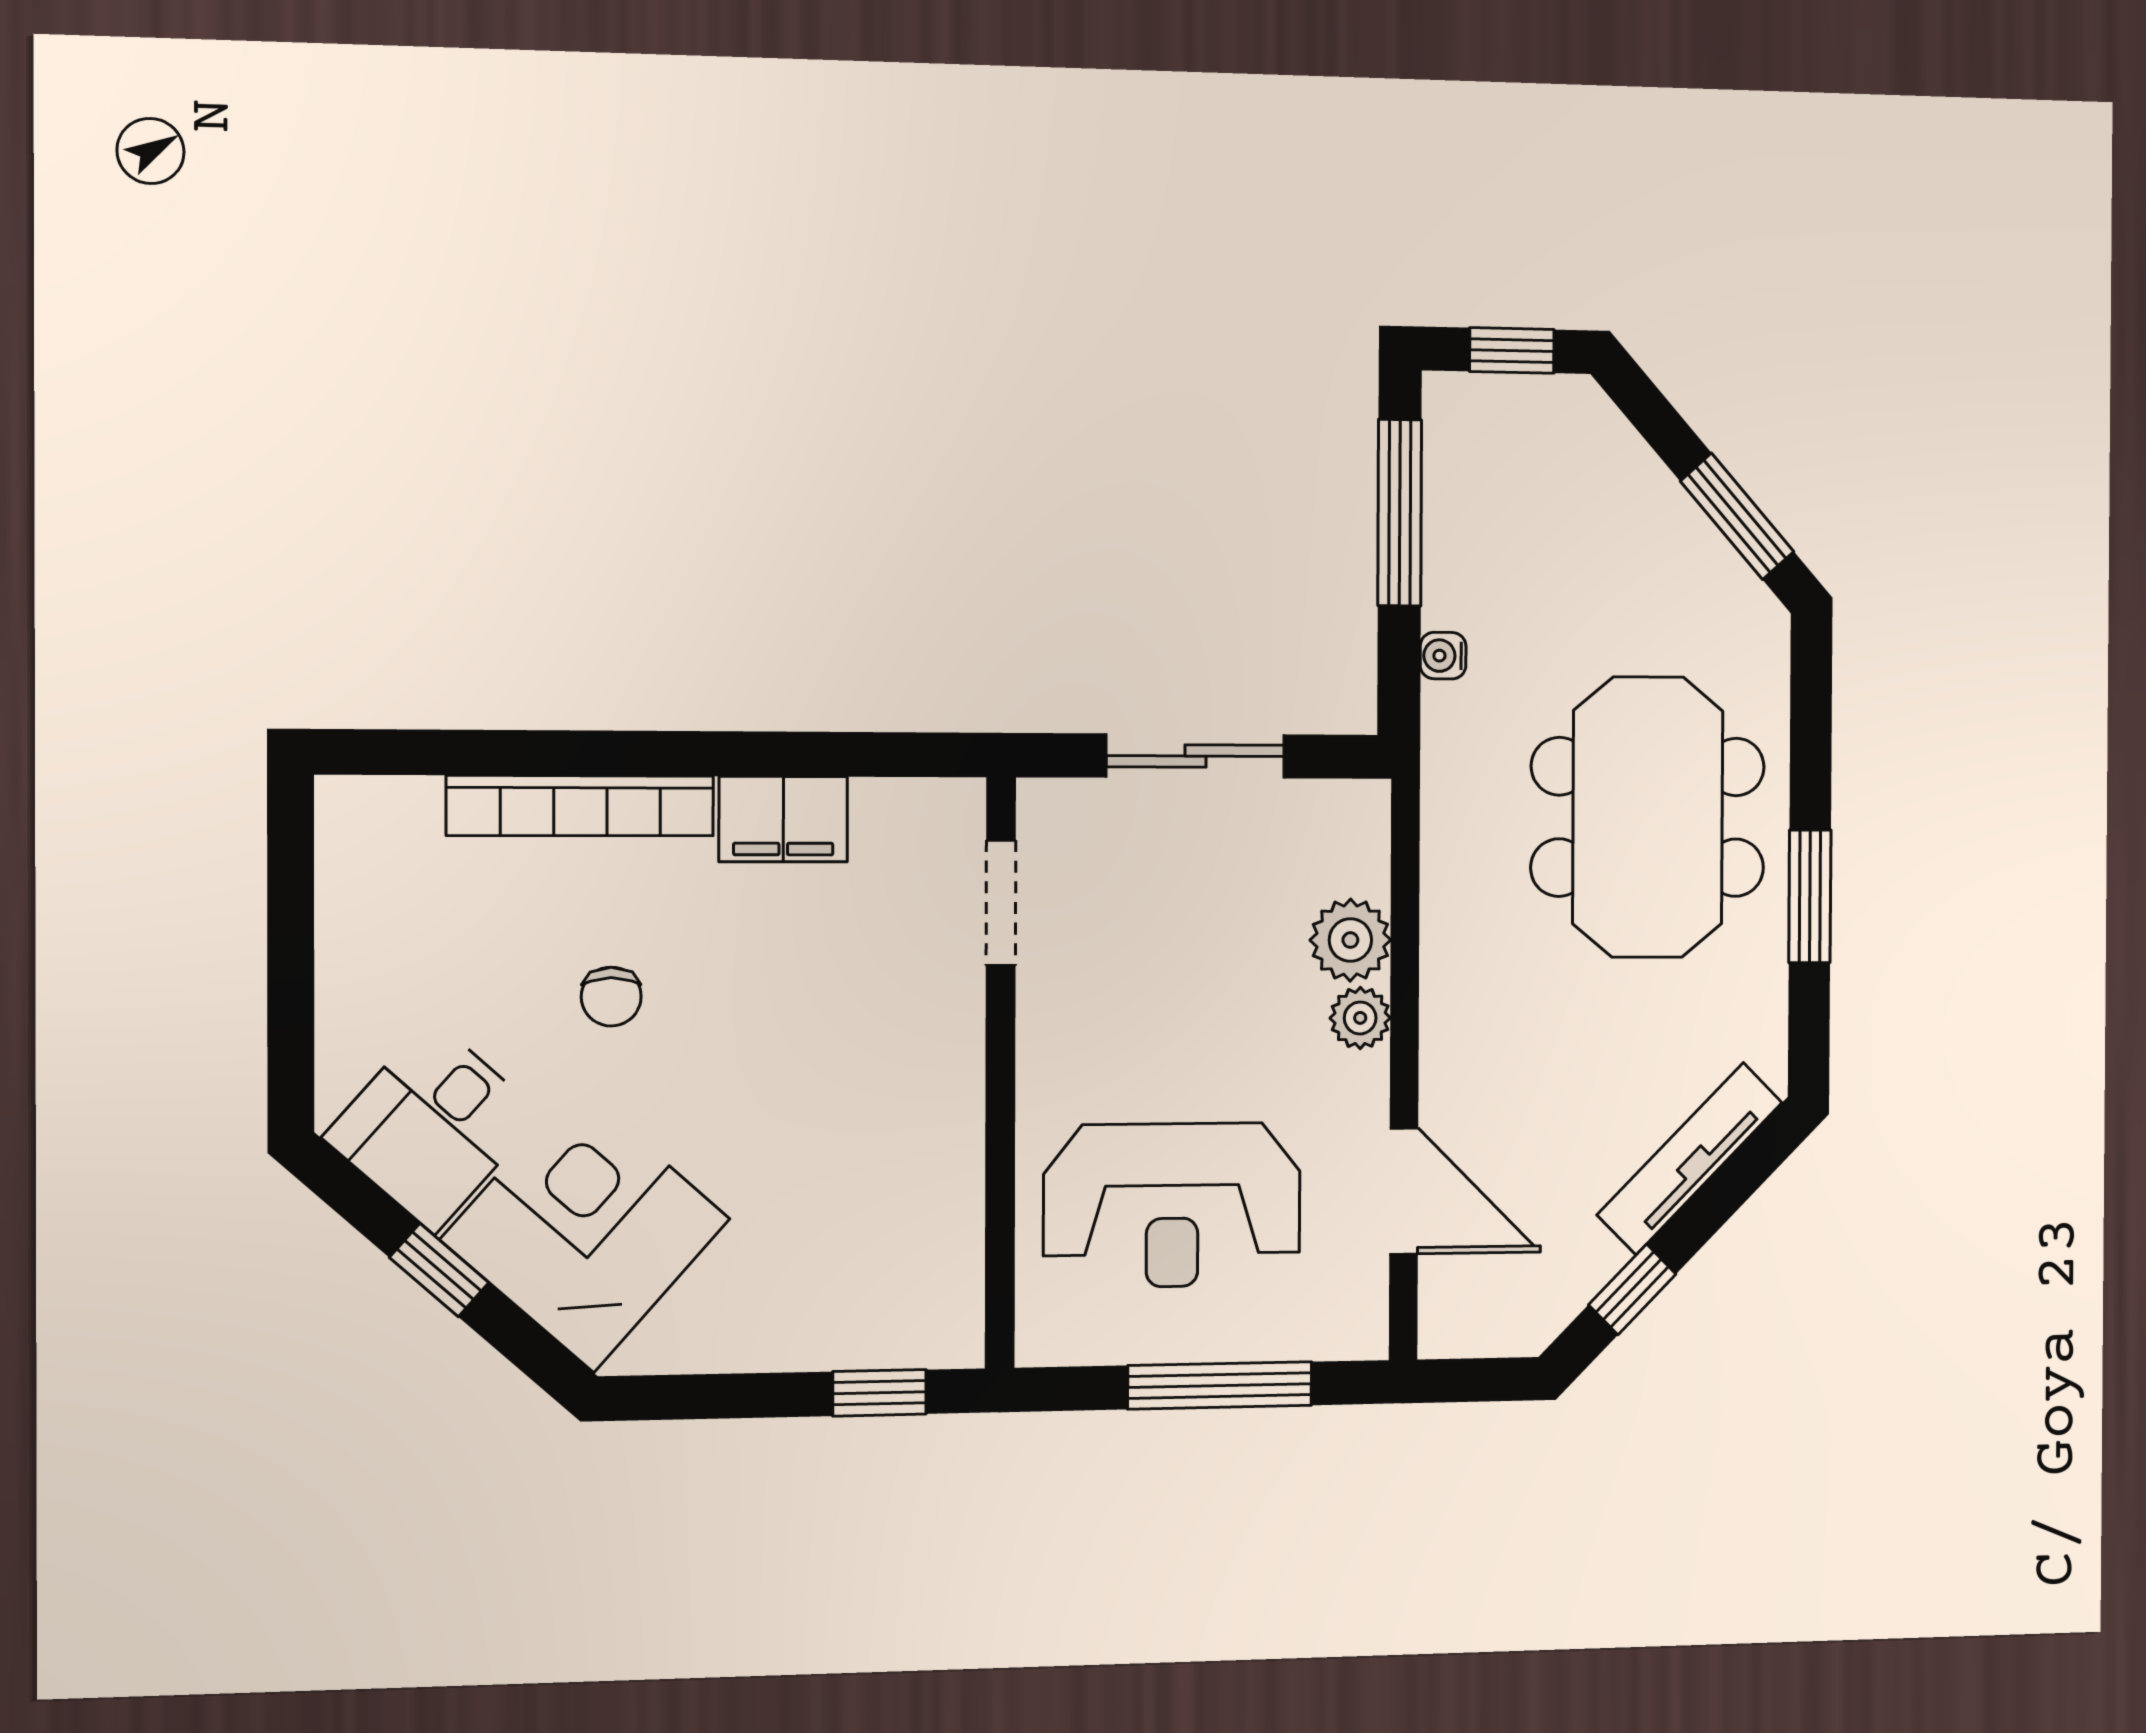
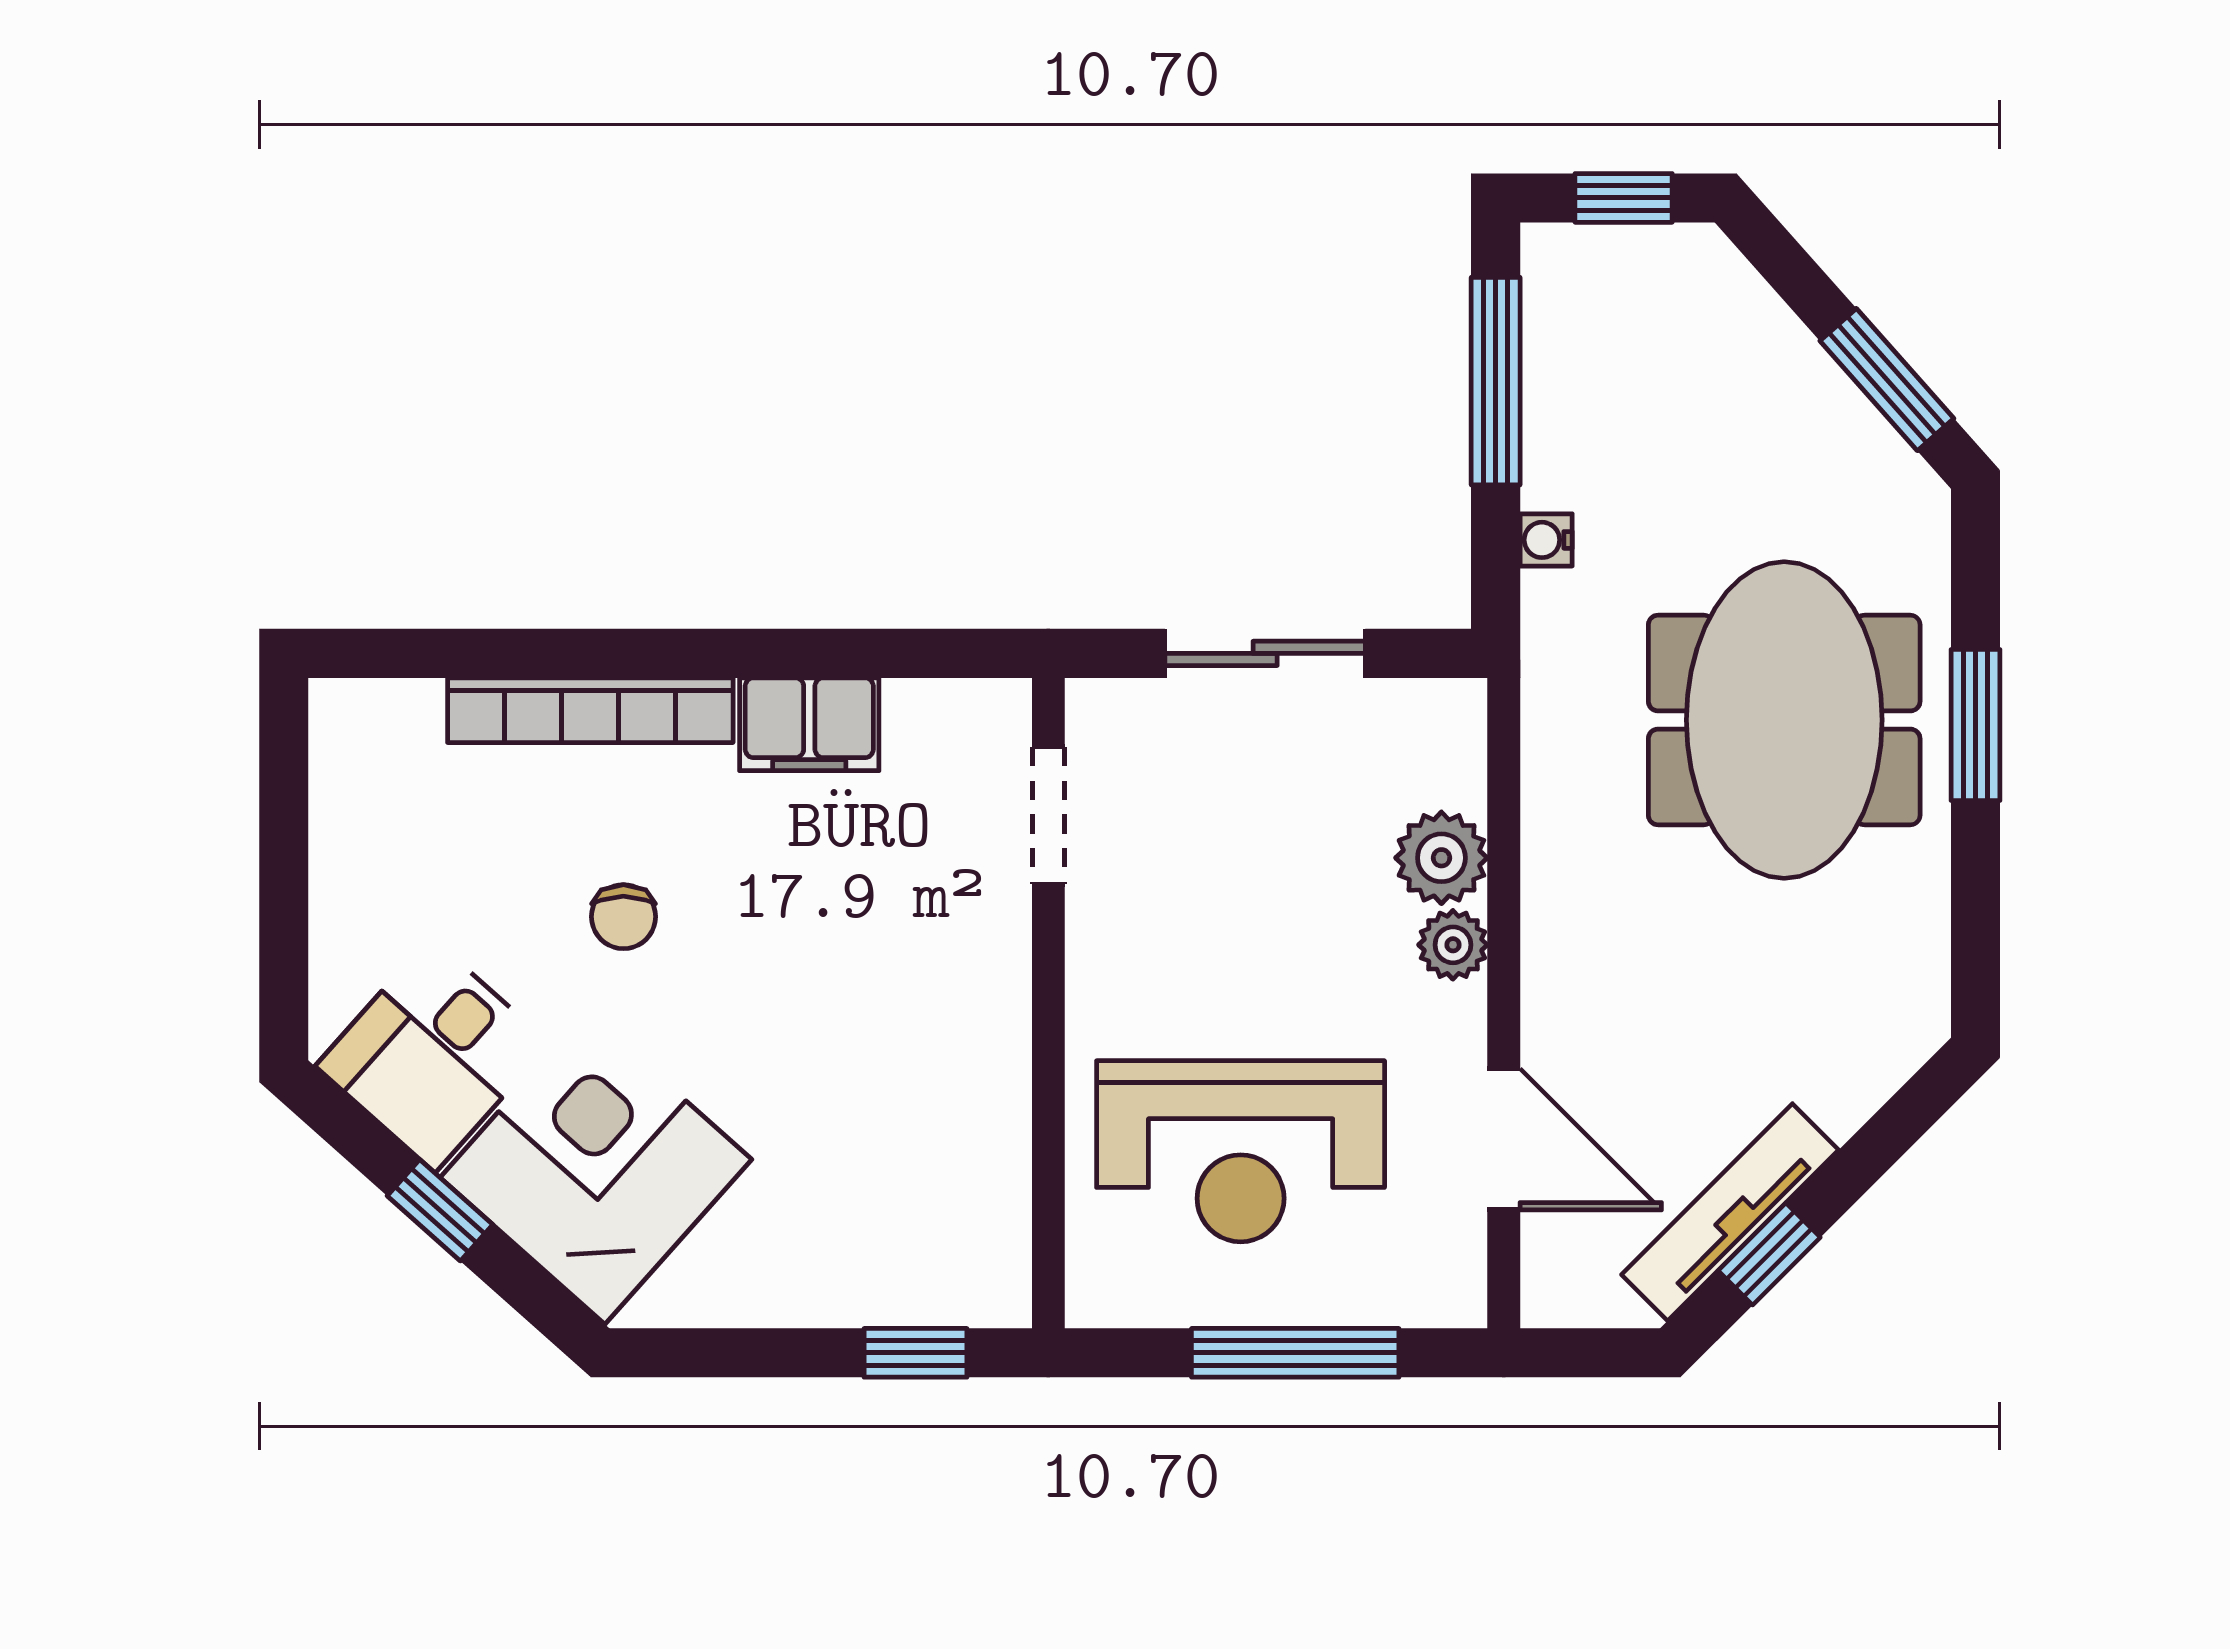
window: (1810, 896) -> (1975, 725), moved
tv unit: (1690, 1159) -> (1730, 1212), moved

